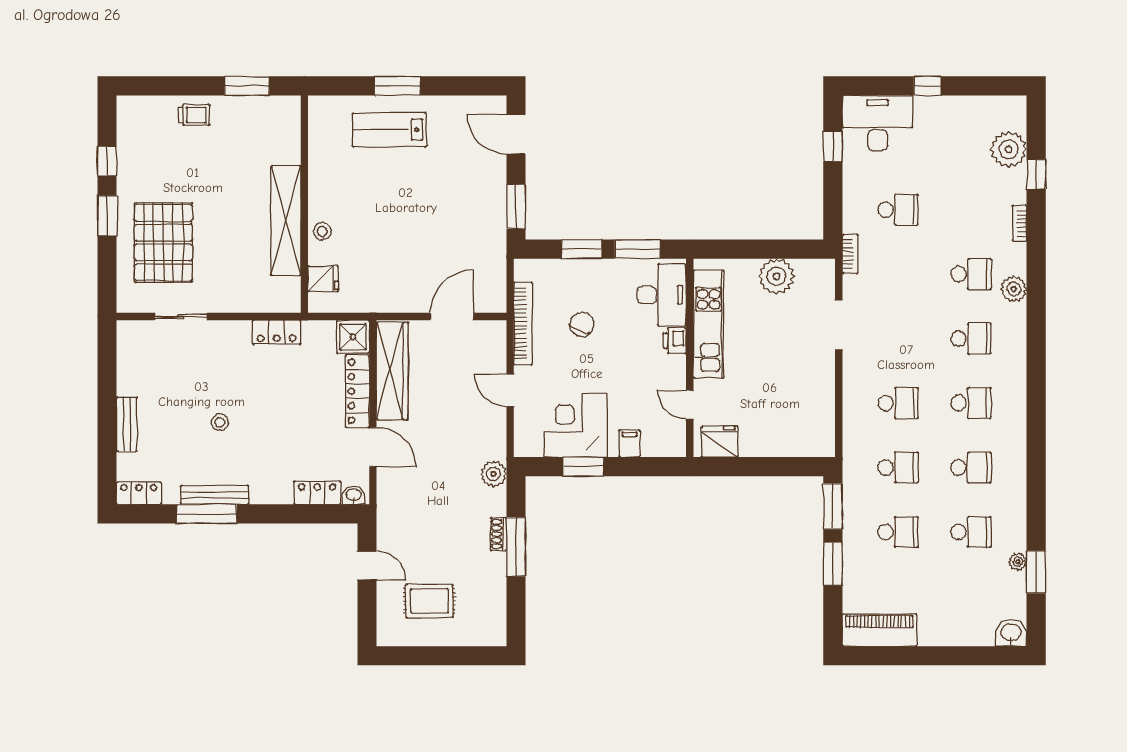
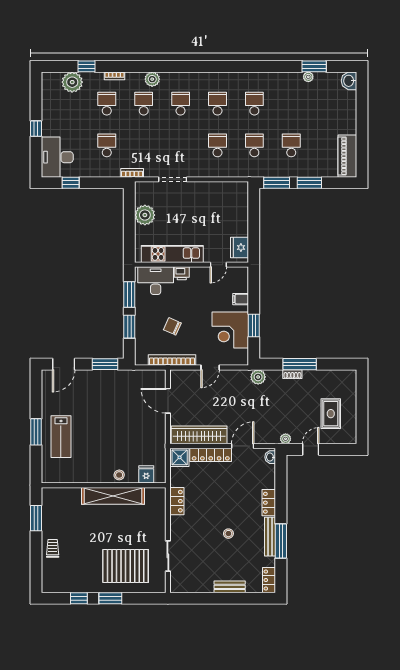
locker: (317, 493) -> (269, 503), moved
plant: (386, 522) -> (286, 439), added
school desk: (971, 532) -> (107, 104), moved

